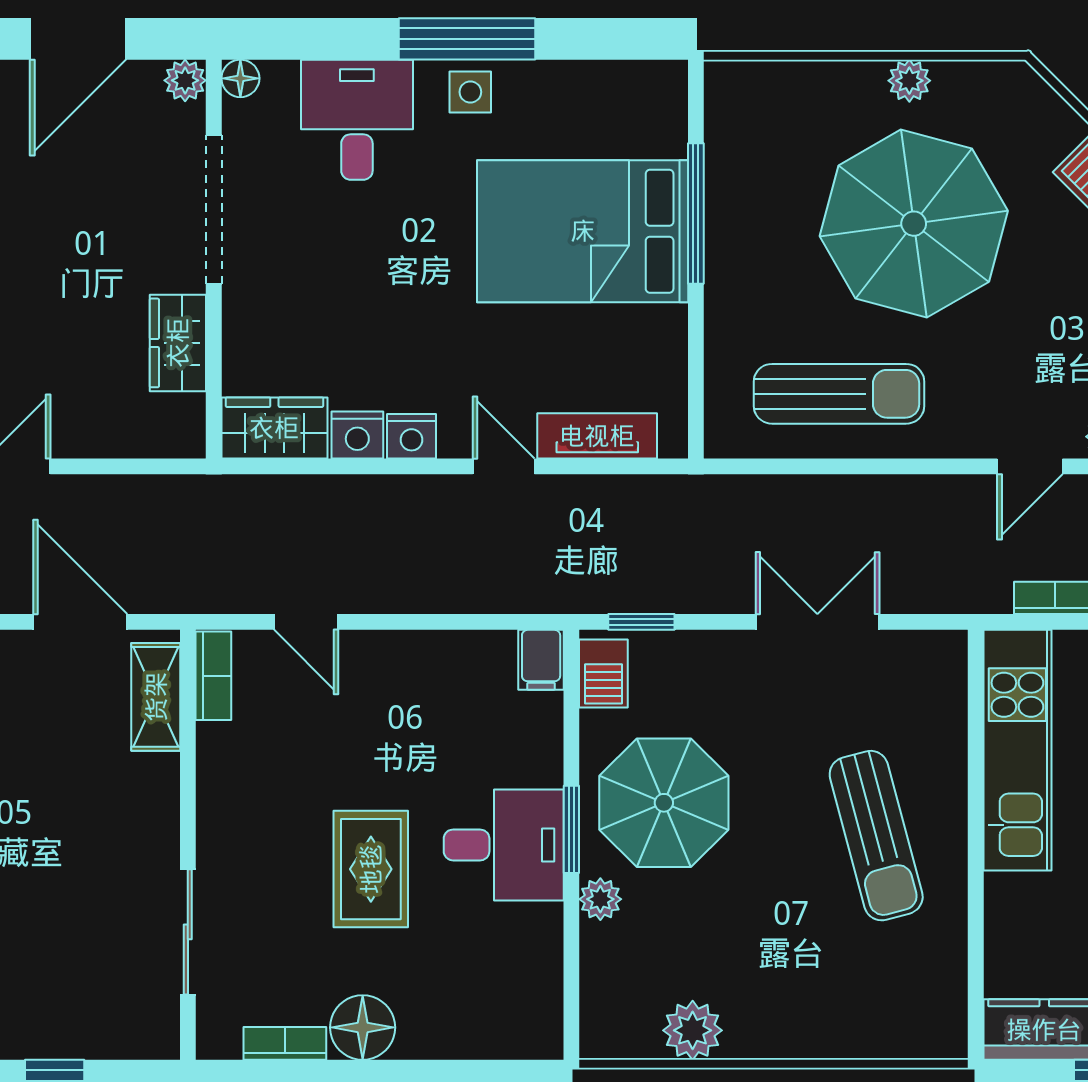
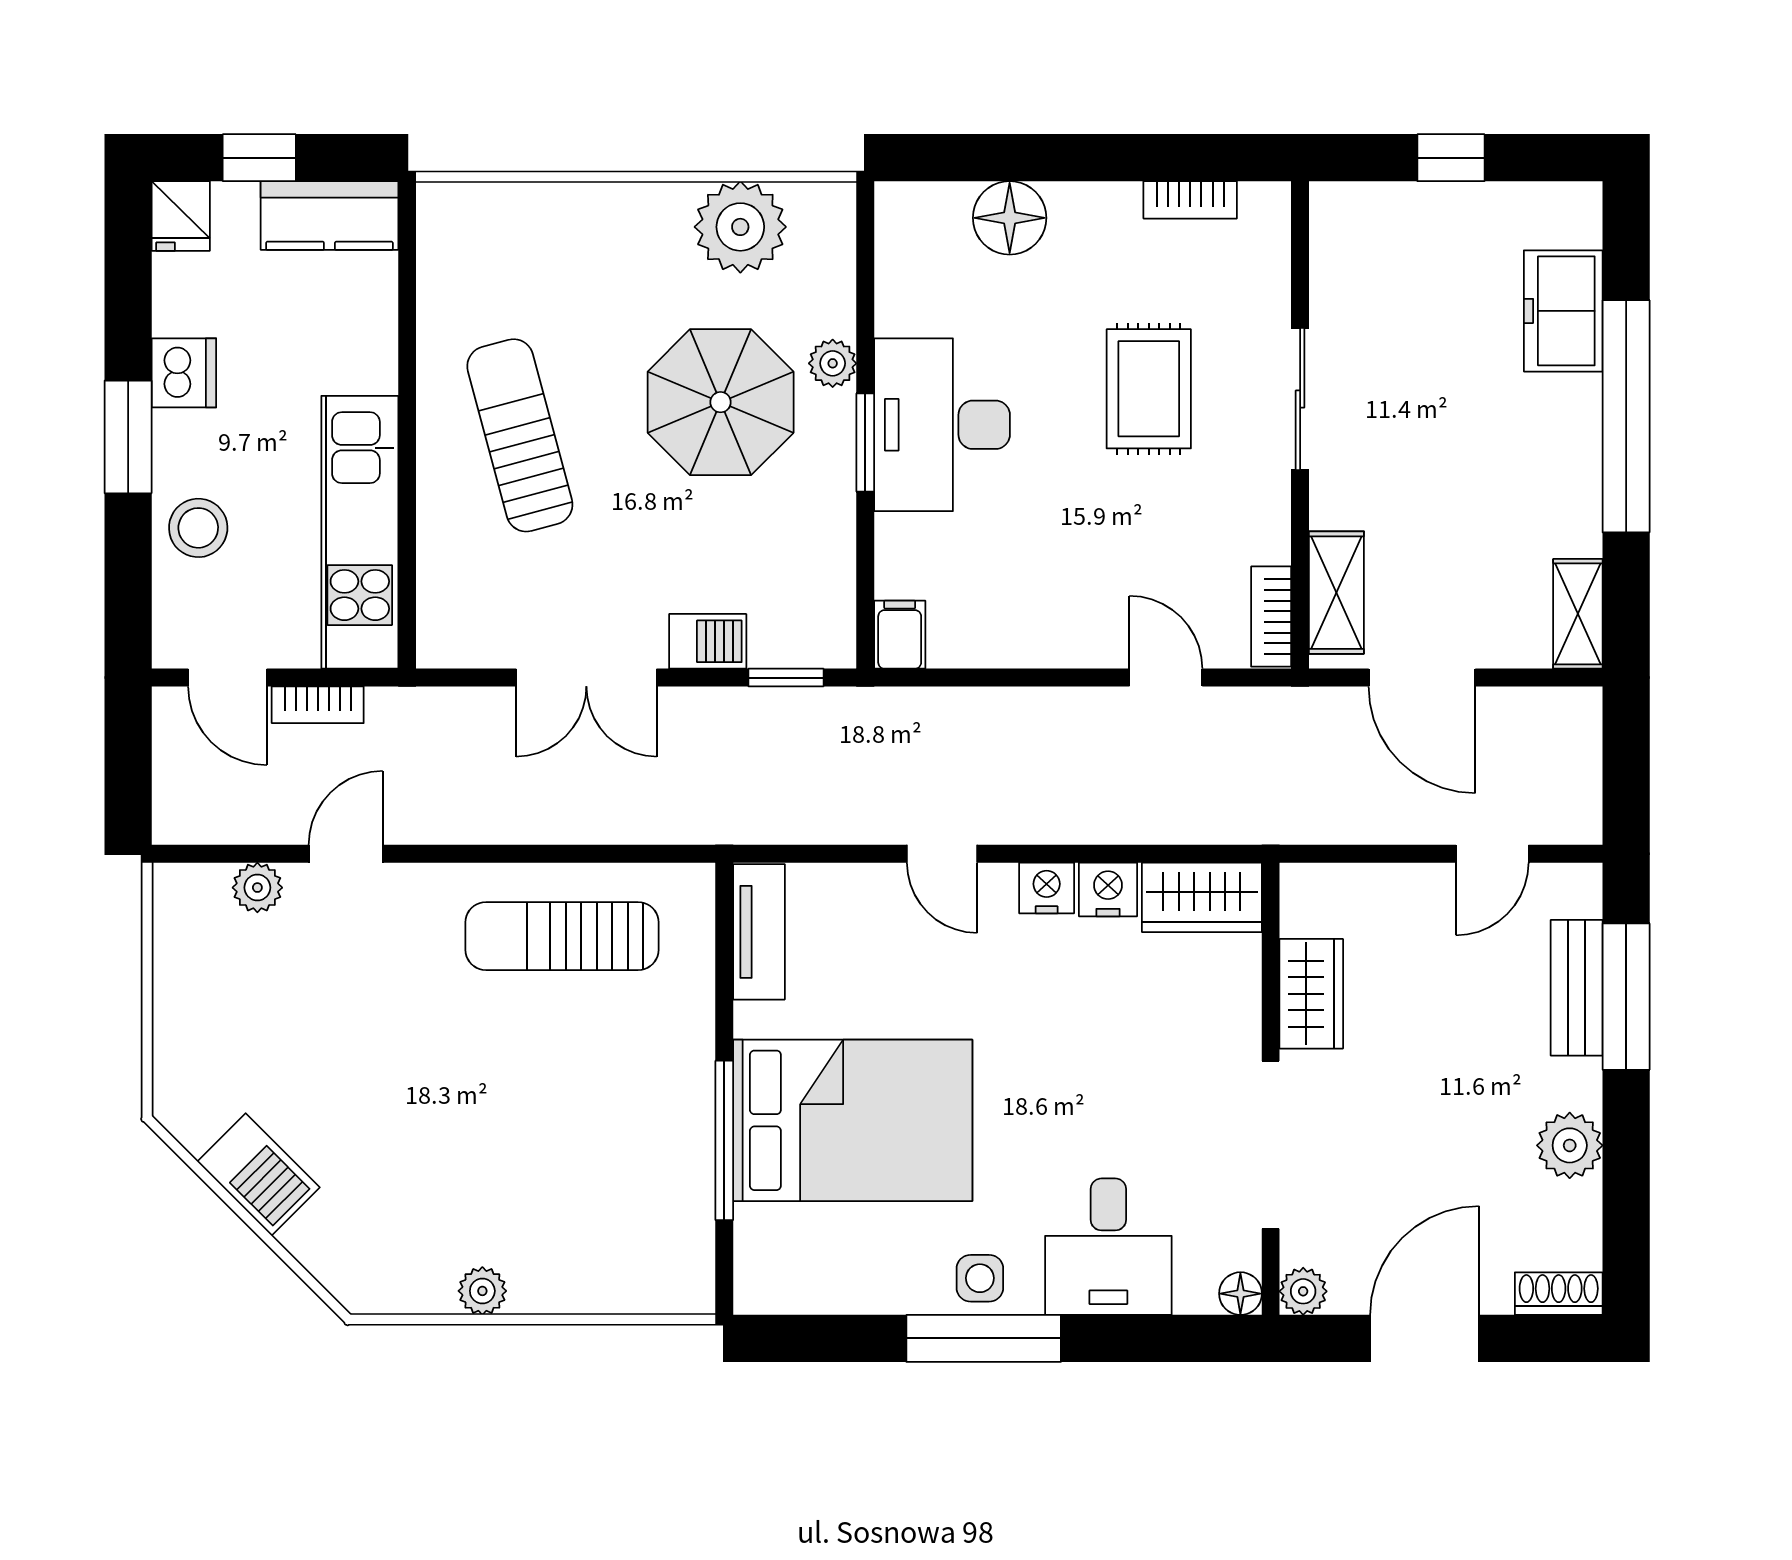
parasol: (914, 224) -> (477, 1129), removed
tv unit: (597, 436) -> (759, 932), moved, turned -90
barbecue: (603, 674) -> (708, 641), moved, turned 90
parasol: (664, 803) -> (721, 402), moved
desk: (504, 845) -> (942, 425), width x1.37
rug: (371, 869) -> (1149, 389), moved
sliding door: (188, 932) -> (1300, 399), moved
floor lamp: (363, 1027) -> (1010, 218), moved
plant: (693, 1030) -> (740, 227), width x1.36, depth x1.36

